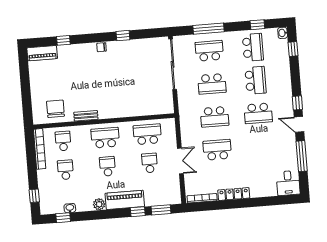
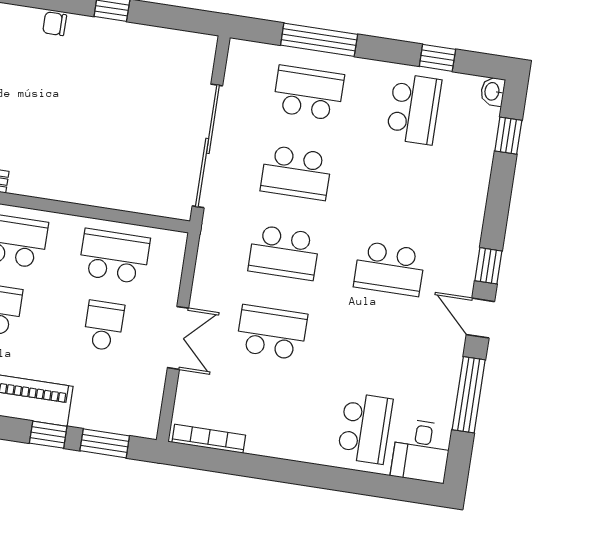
sliding door: (173, 64) -> (207, 146), moved
school desk: (256, 80) -> (365, 428), moved
locker: (234, 194) -> (286, 447), removed

